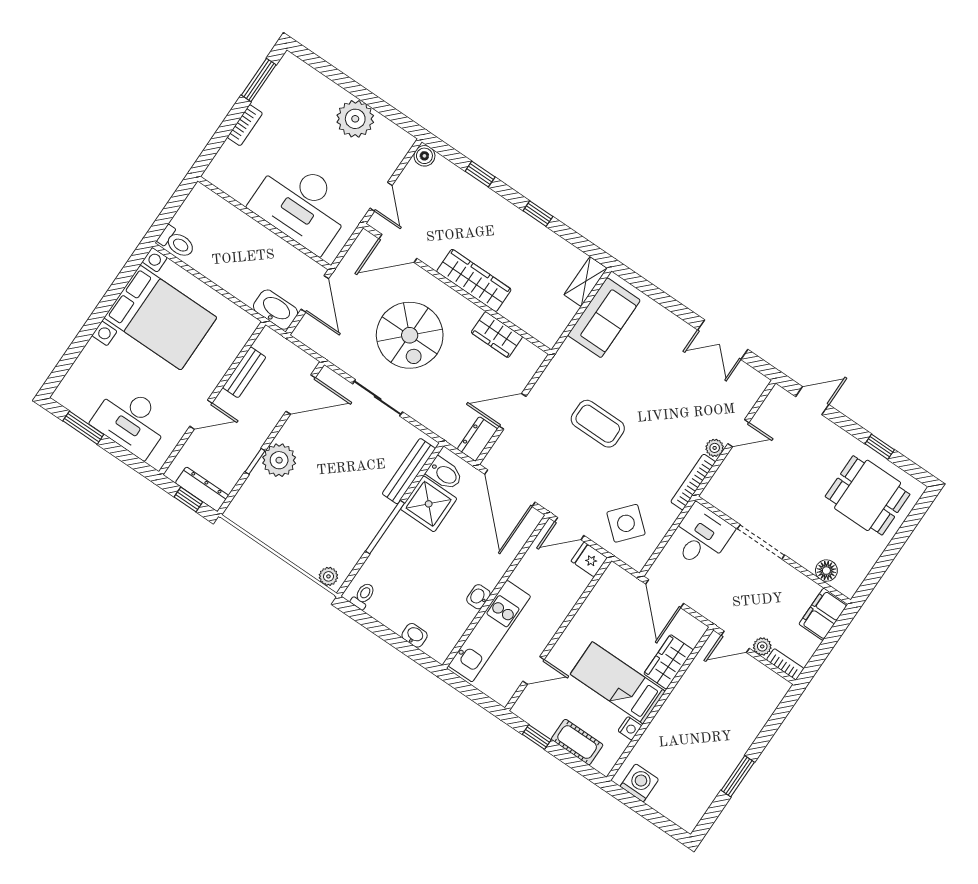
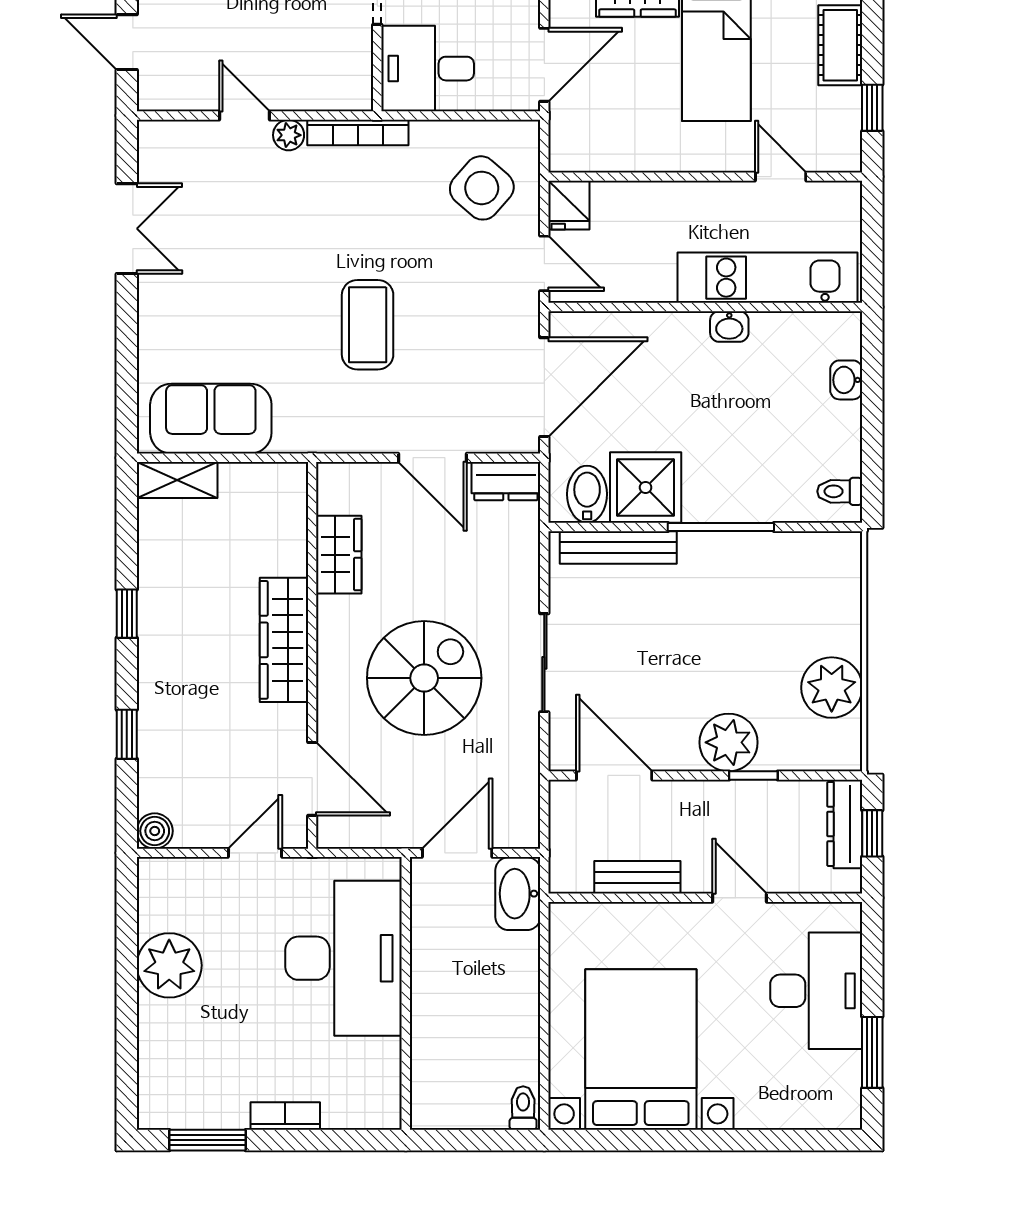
toilet: (177, 242) -> (523, 1108), width x0.73, depth x0.72
plant: (328, 576) -> (832, 688), moved, width x1.88, depth x1.88

